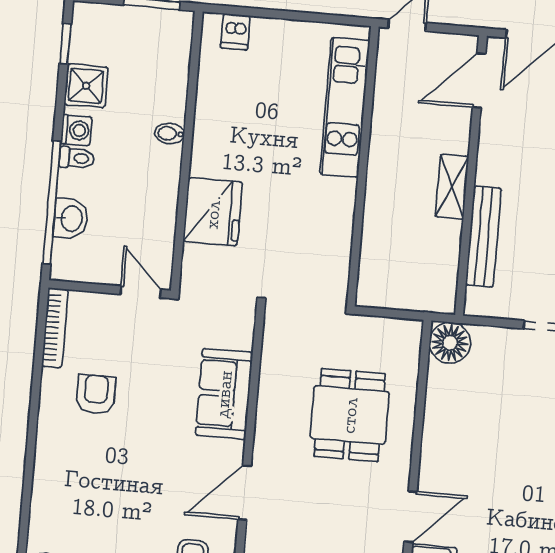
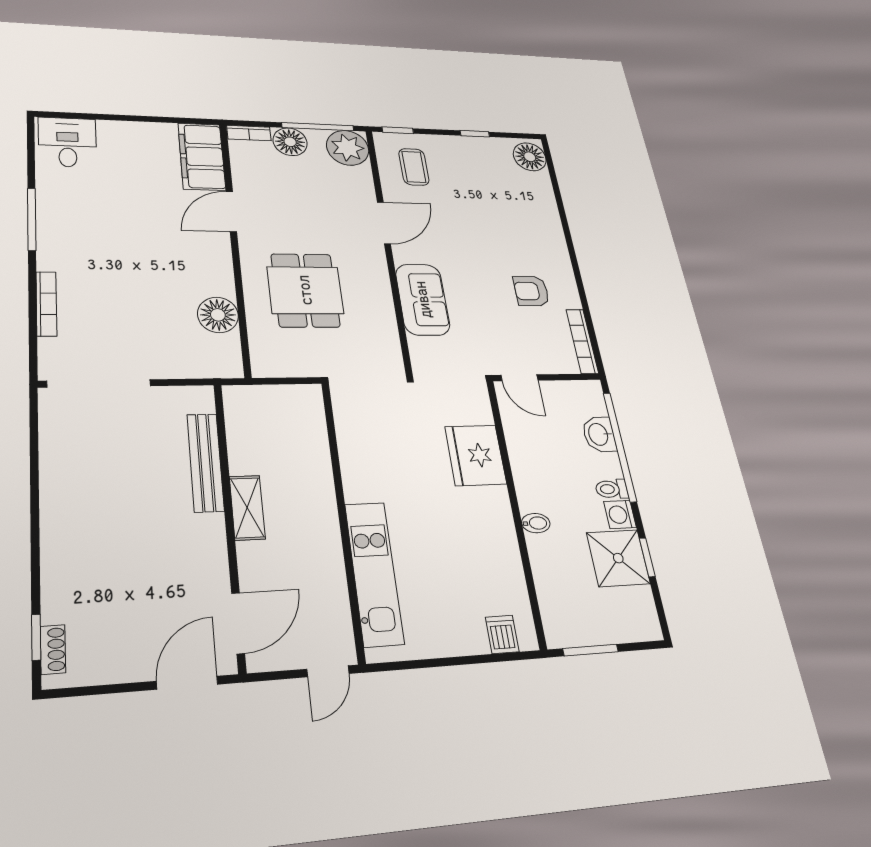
window: (65, 44) -> (647, 557), moved
shower: (86, 86) -> (618, 558), width x1.36, depth x1.36
floor lamp: (450, 343) -> (218, 315), moved
armchair: (96, 394) -> (531, 291), turned 90

